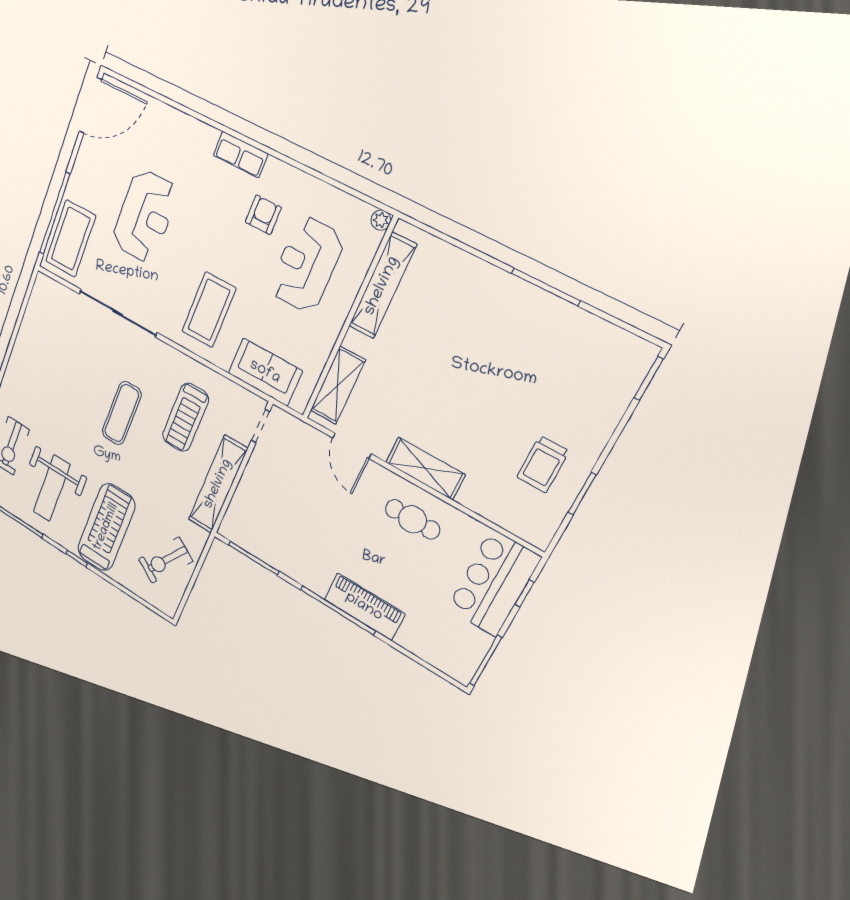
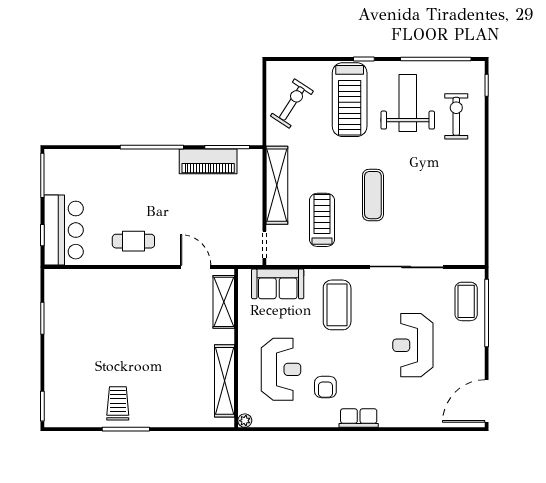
coffee table: (71, 239) -> (466, 301), width x0.73, depth x0.76
trolley: (543, 464) -> (118, 403), moved
shelving: (425, 468) -> (142, 279), removed
piano: (364, 607) -> (208, 161), moved

